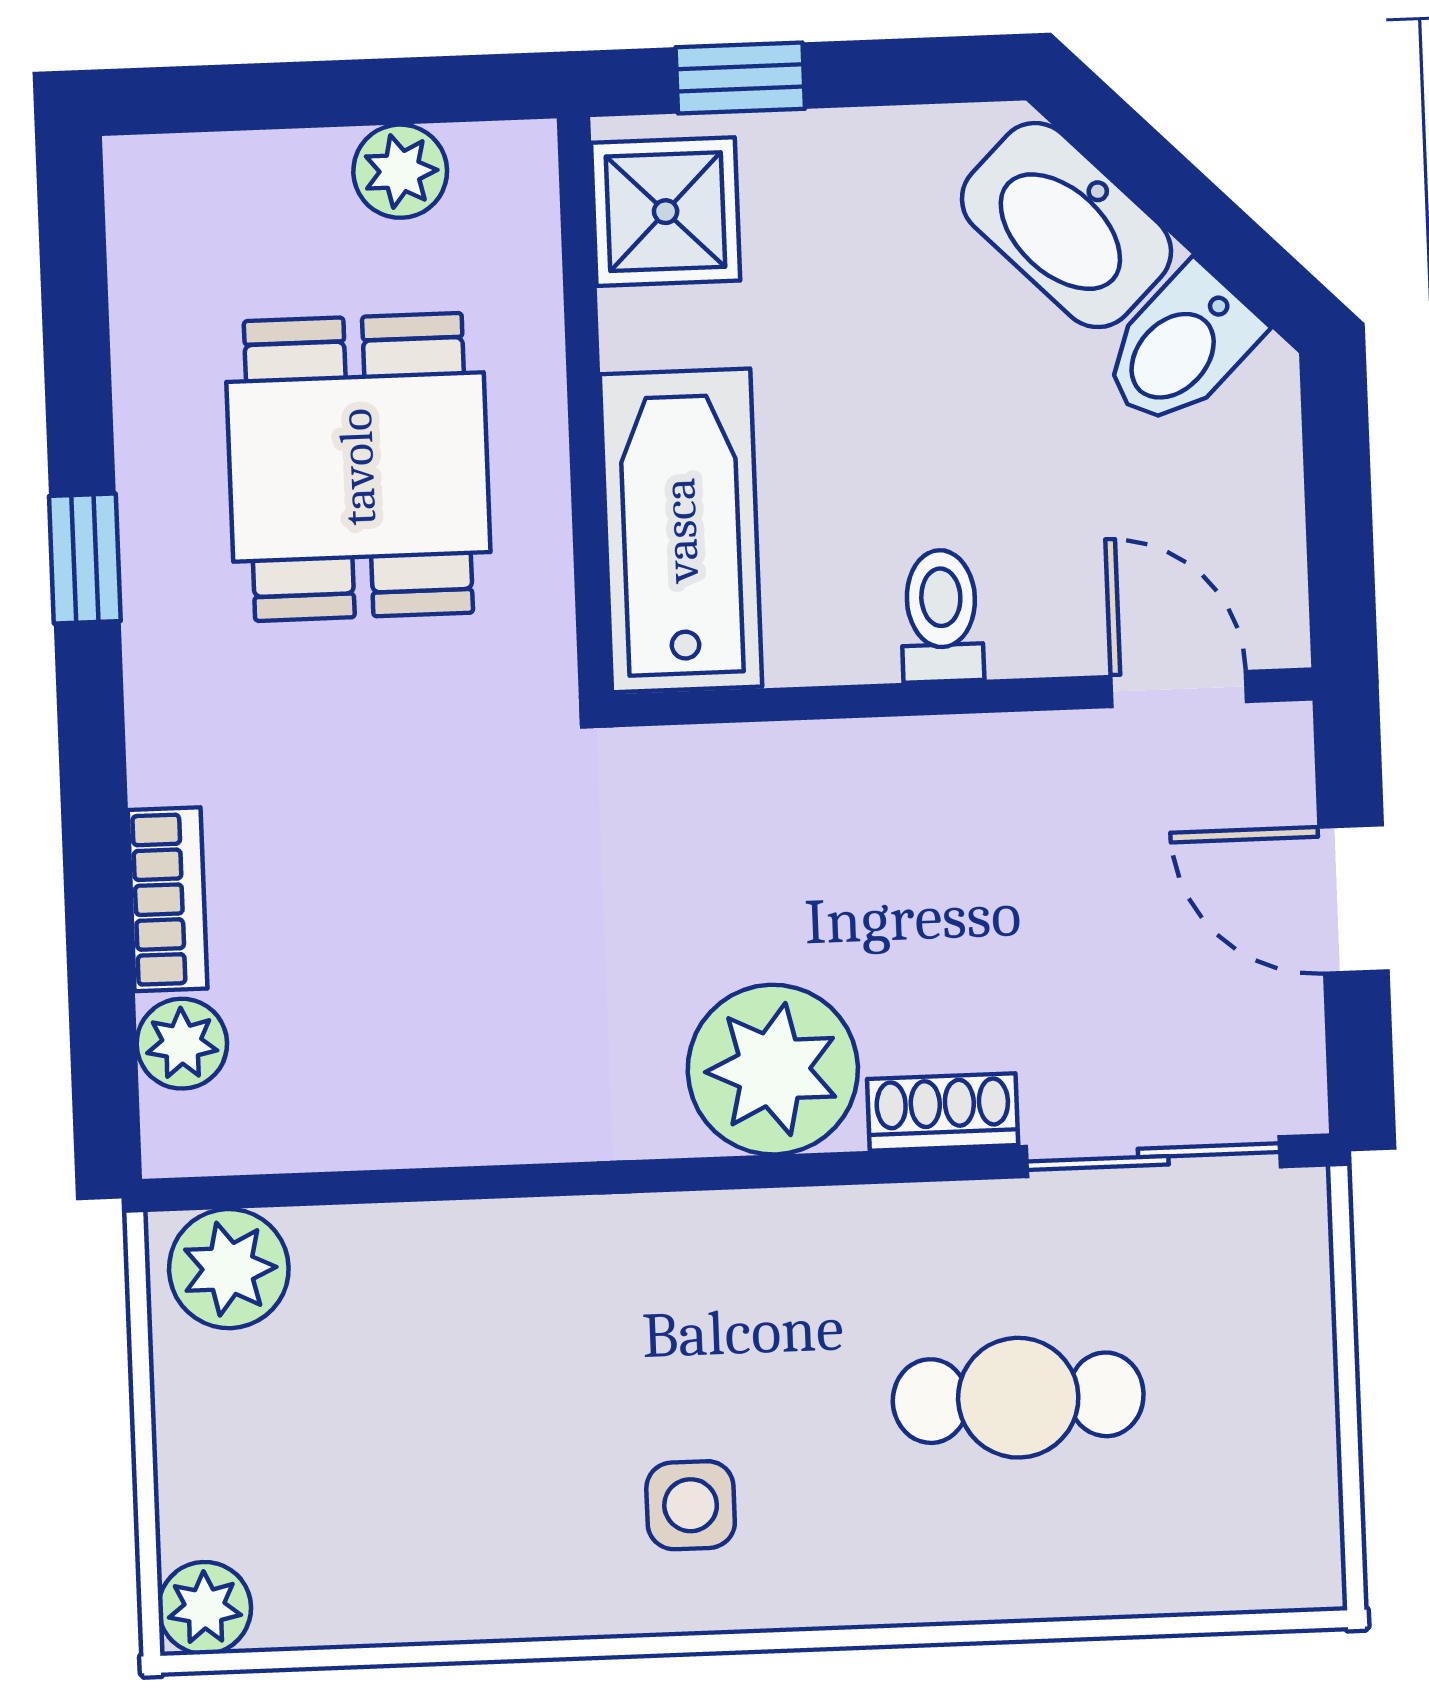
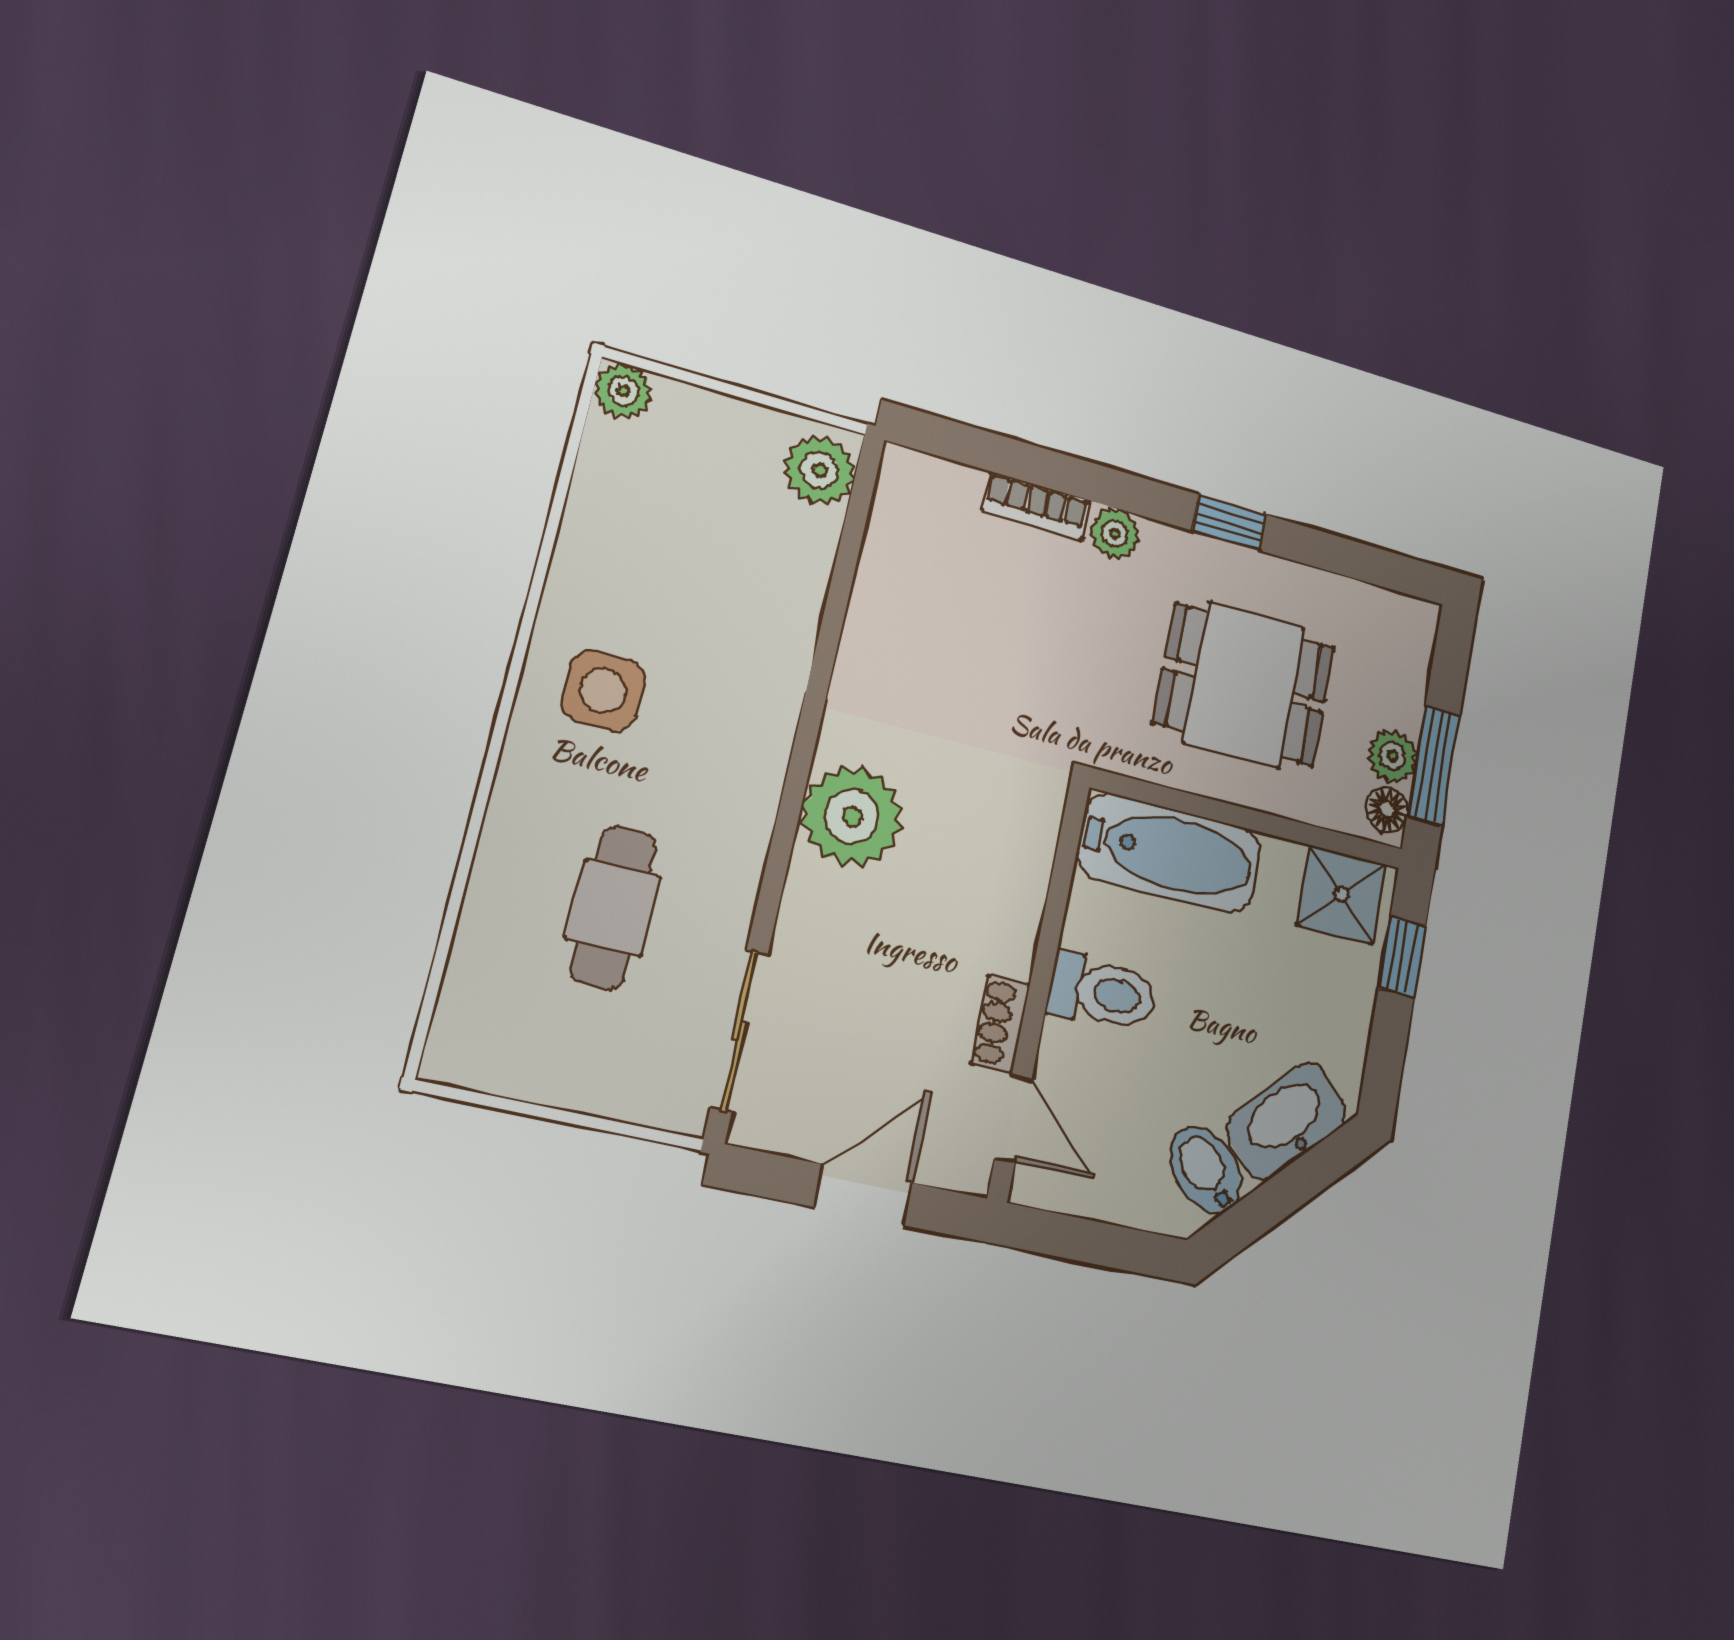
window: (393, 91) -> (1434, 765), added
floor lamp: (496, 161) -> (1387, 809), added
toilet: (942, 616) -> (1102, 992), width x1.37, depth x1.39
door: (1179, 689) -> (1013, 1119), hinge flipped
plant: (182, 1044) -> (1115, 534), moved
shoe rack: (943, 1112) -> (1000, 1024), moved, turned 180
side table: (691, 1505) -> (603, 691), width x1.37, depth x1.37

